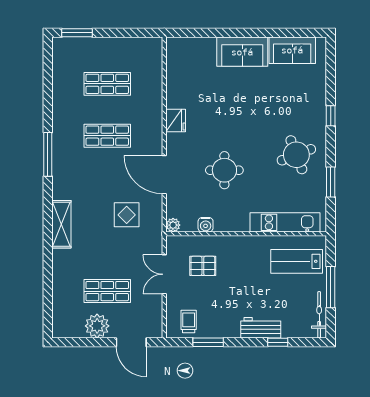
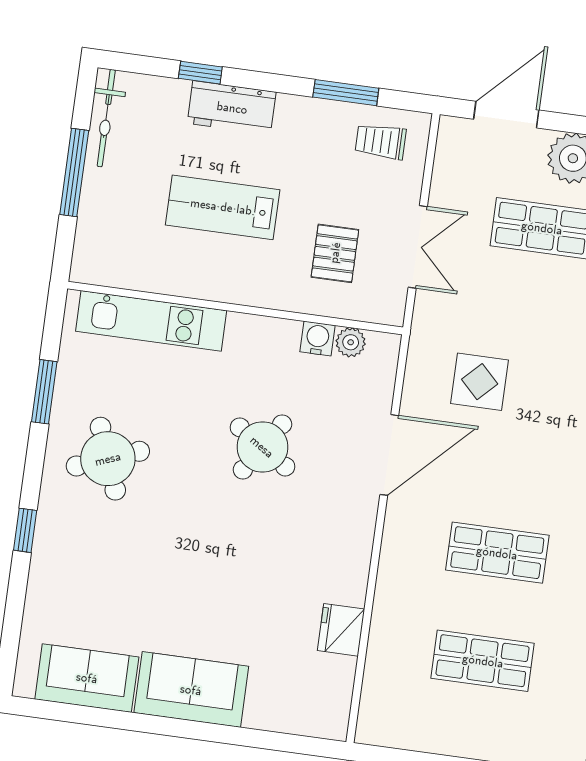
fridge: (176, 120) -> (341, 630), moved
round table: (224, 170) -> (262, 447), turned 33
door: (164, 175) -> (389, 455), hinge flipped
plant: (173, 225) -> (351, 342), moved
lab bench: (297, 261) -> (223, 207), moved, turned 180
pallet: (203, 266) -> (335, 253), turned 90
trolley: (189, 321) -> (381, 141), turned 90
door: (131, 342) -> (506, 115), hinge flipped

